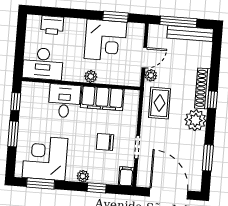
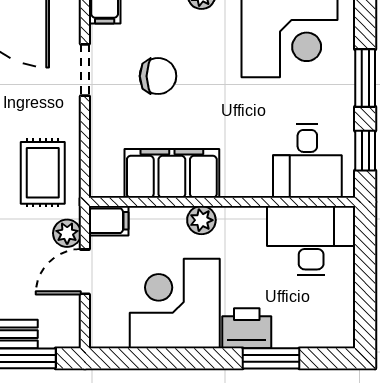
window: (115, 17) -> (271, 358), moved
printer: (52, 25) -> (247, 328), moved
filing cabinet: (132, 79) -> (109, 221), added
desk: (64, 101) -> (307, 161), moved

